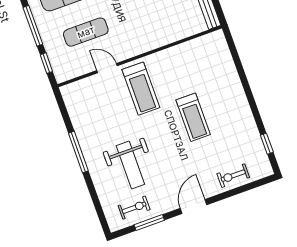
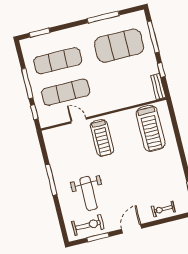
exercise mat: (86, 32) -> (66, 92), width x1.36, depth x1.45
treadmill: (193, 117) -> (151, 128), moved, width x1.37, depth x1.38
exercise bike: (134, 208) -> (88, 225), width x1.38, depth x1.39

